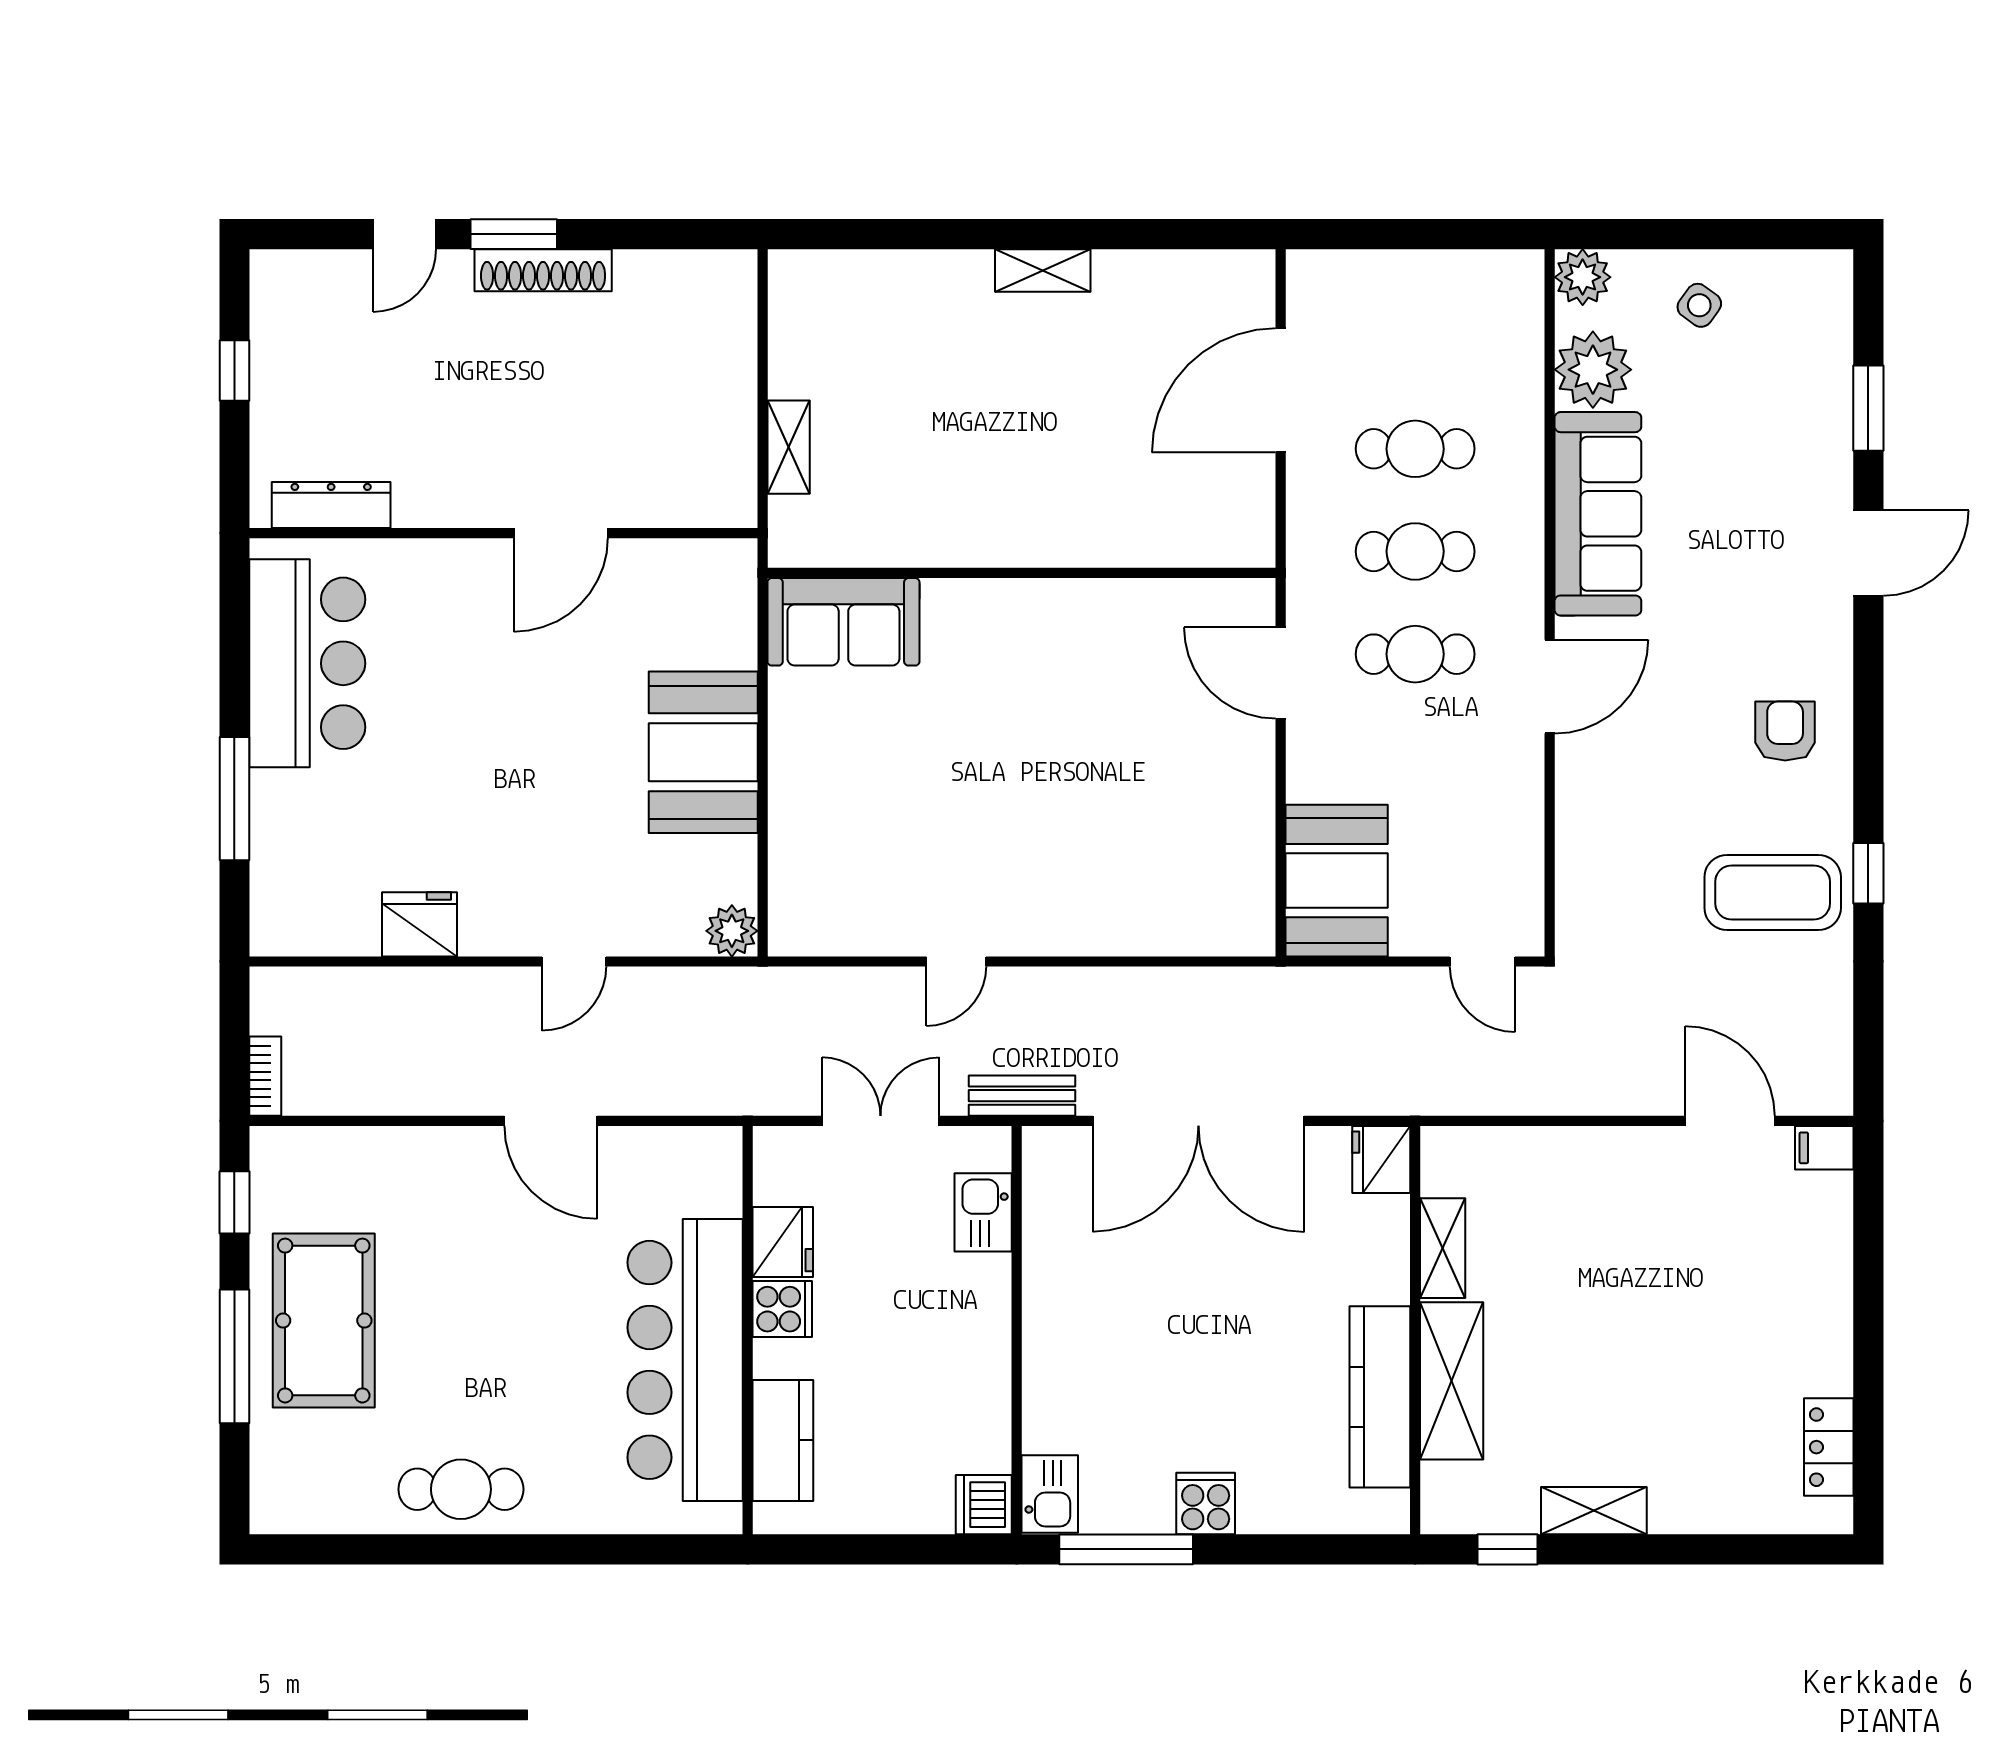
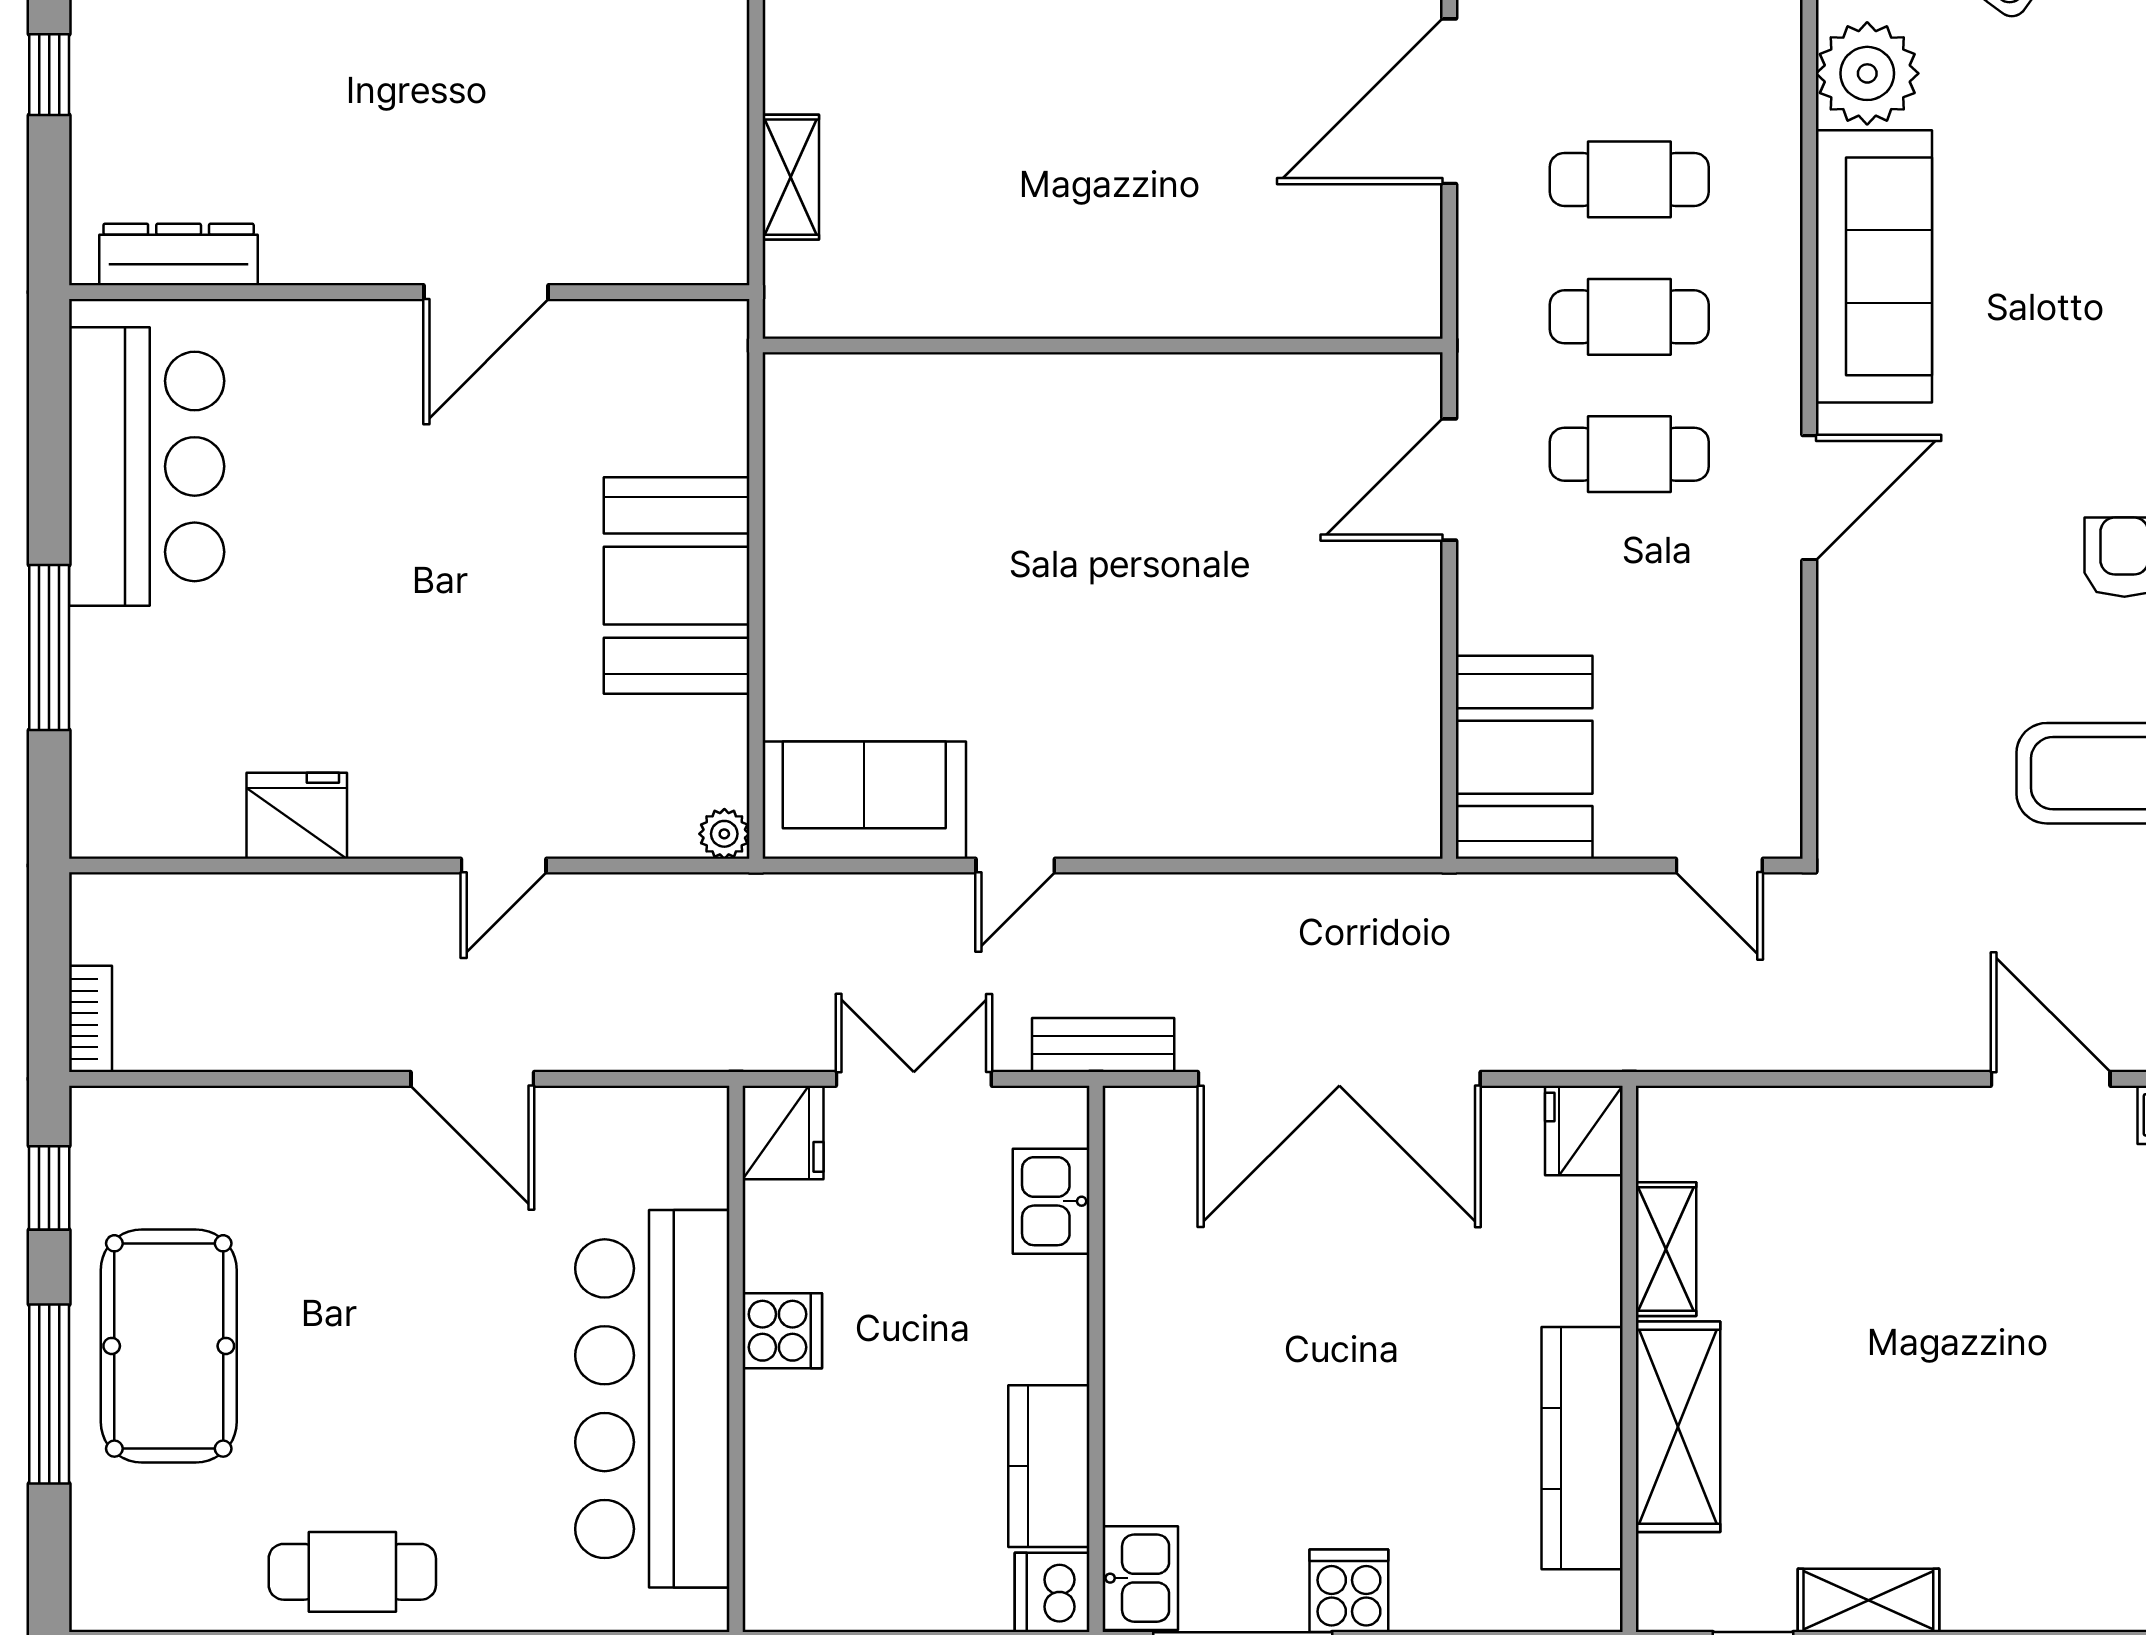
sofa: (843, 622) -> (864, 800), moved, turned 180
door: (1281, 673) -> (1449, 479), hinge flipped
plant: (732, 931) -> (724, 834), width x0.73, depth x0.73
fridge: (783, 1242) -> (783, 1132), moved
kitchen counter: (783, 1440) -> (1049, 1466), moved, turned 180

